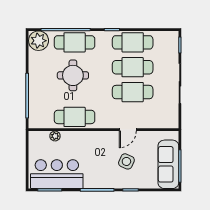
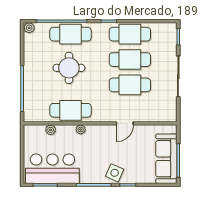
plant: (39, 41) -> (29, 28), width x0.53, depth x0.53
plant: (84, 136) -> (81, 129), added
side table: (126, 161) -> (115, 173), moved

